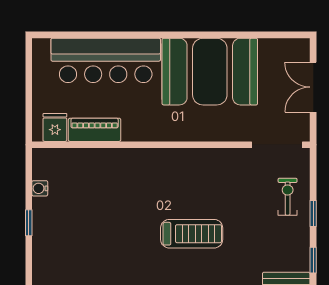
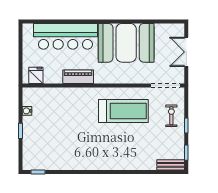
piano: (95, 130) -> (78, 77), moved
treadmill: (192, 234) -> (123, 111), moved, width x1.37, depth x1.38

